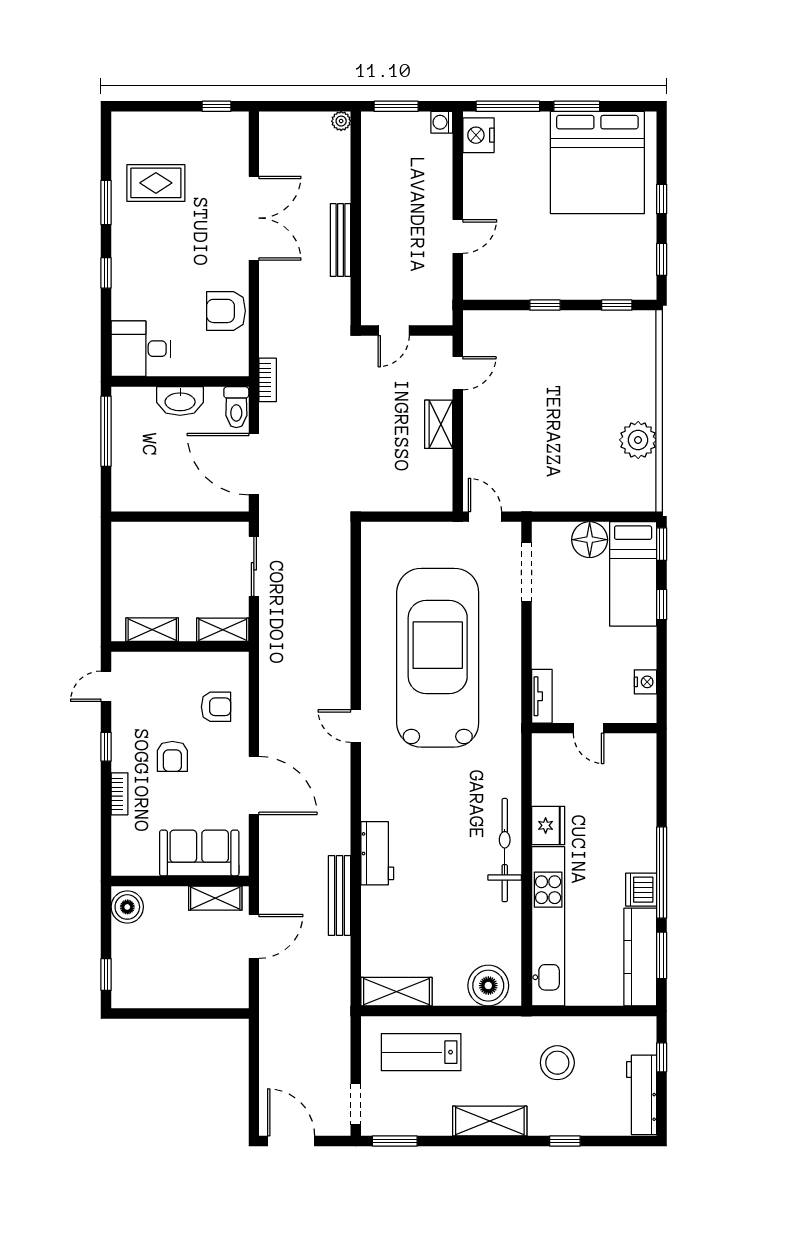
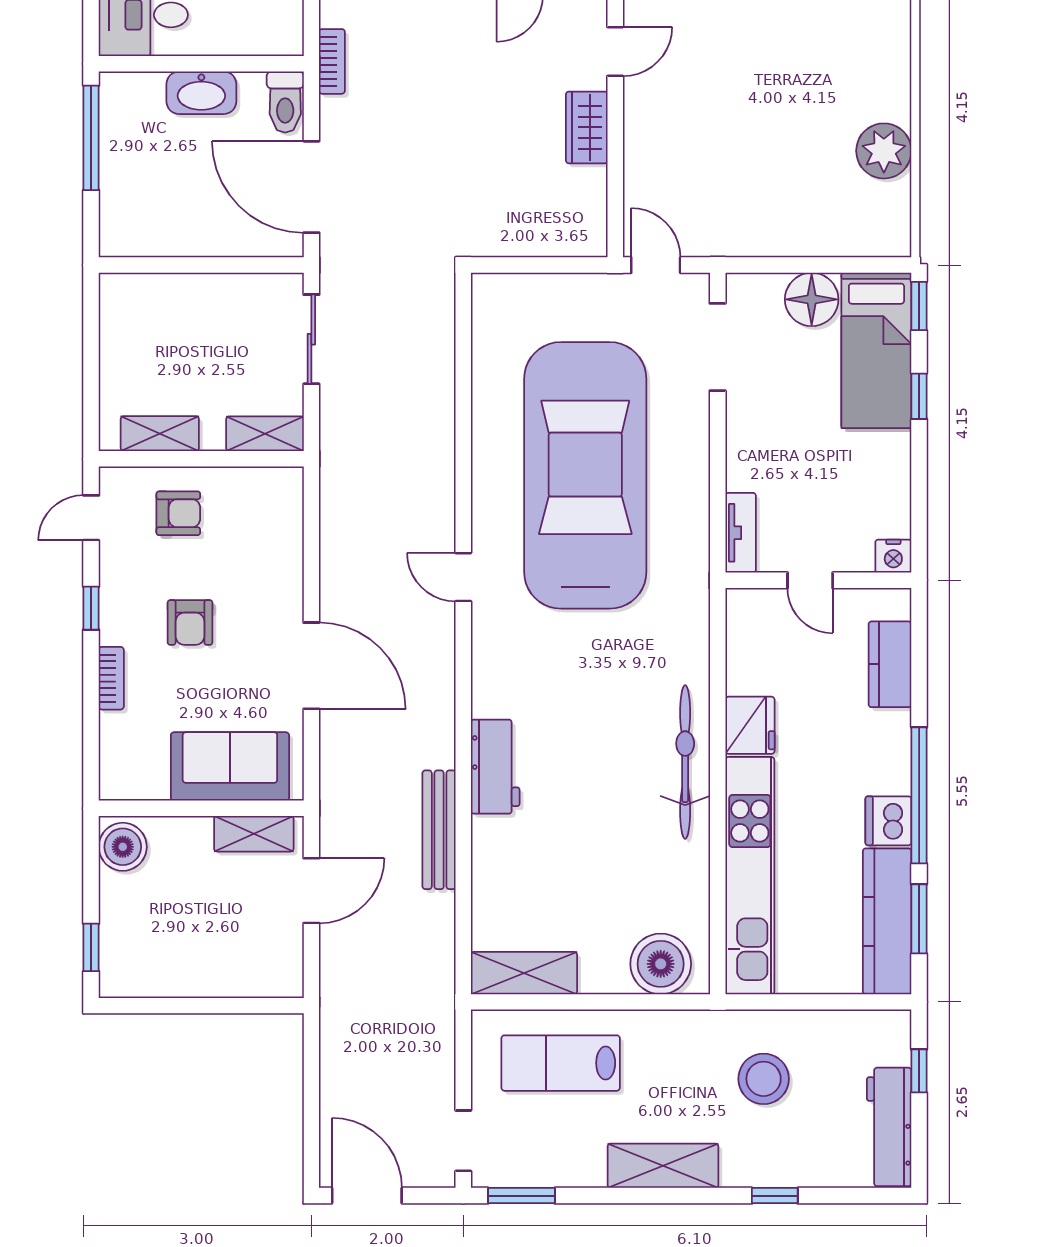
nightstand: (645, 682) -> (893, 556), moved, turned 90
armchair: (216, 707) -> (178, 513), moved
kitchen counter: (642, 785) -> (890, 664), added

